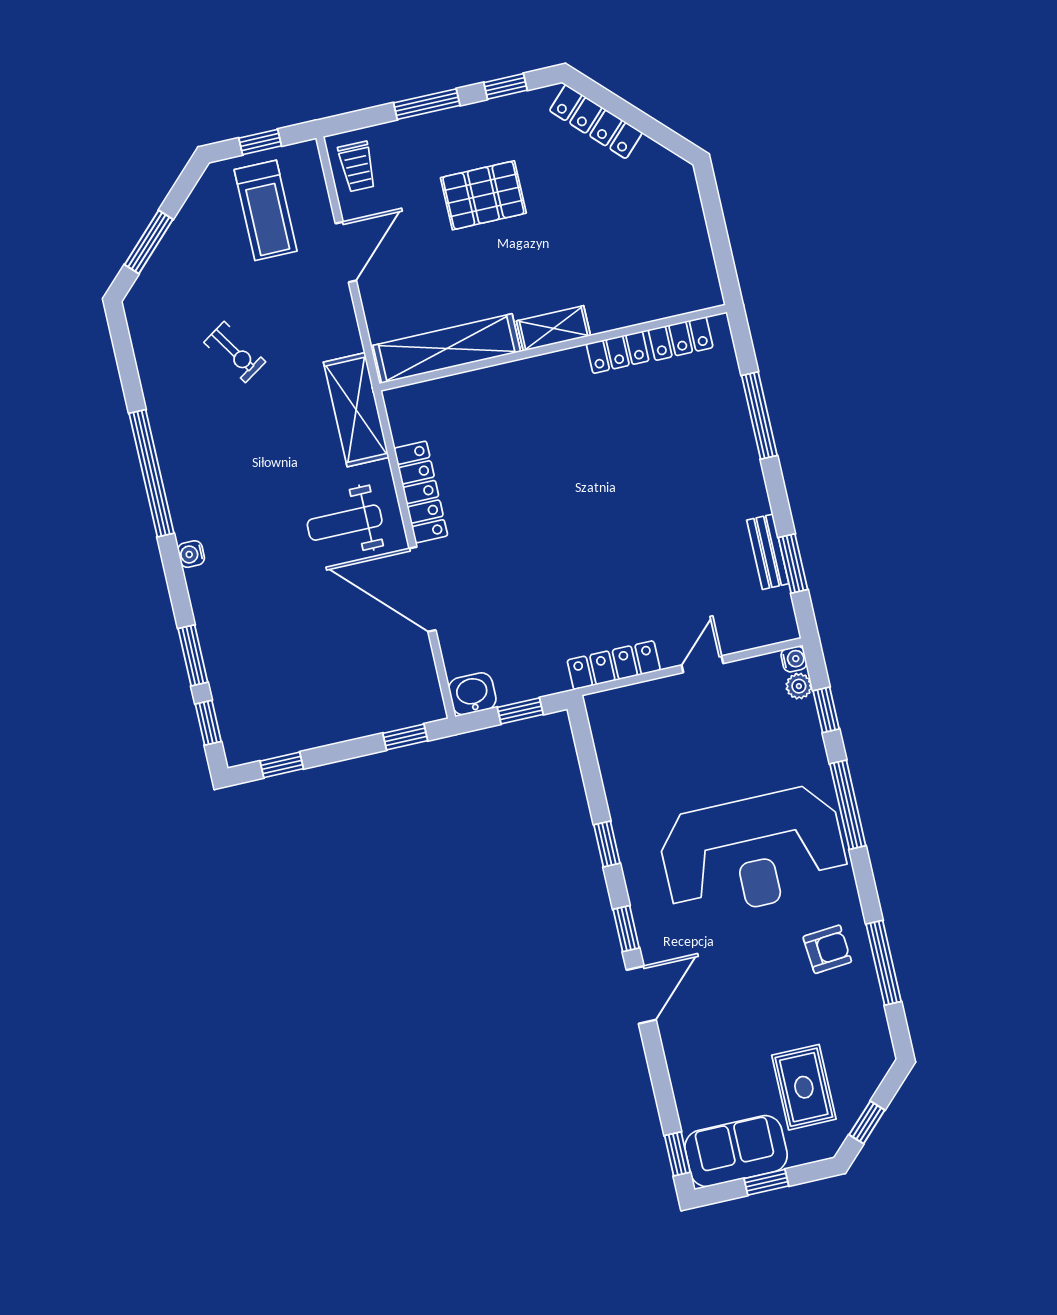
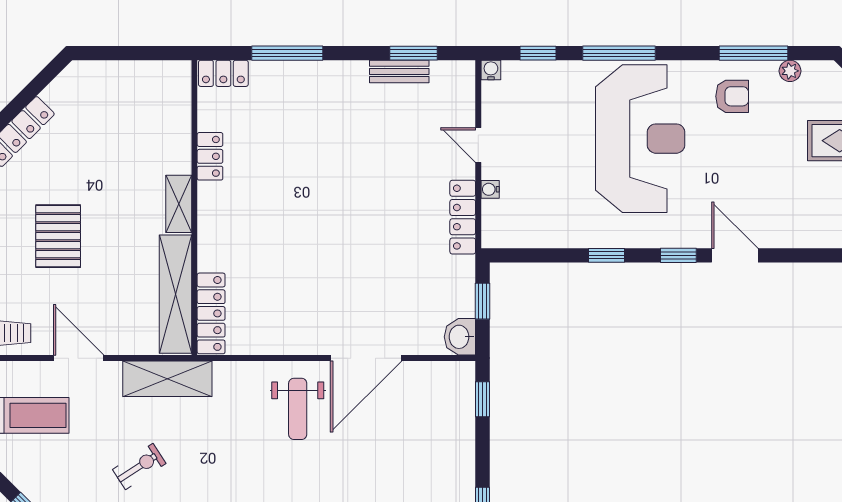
locker: (681, 339) -> (223, 73), moved, turned 90
shelving: (356, 410) -> (167, 379), moved
locker: (421, 492) -> (211, 313), moved, turned 90
plant: (799, 686) -> (790, 71), moved
water cooler: (654, 690) -> (490, 189), added
armchair: (827, 949) -> (732, 96), turned 95

